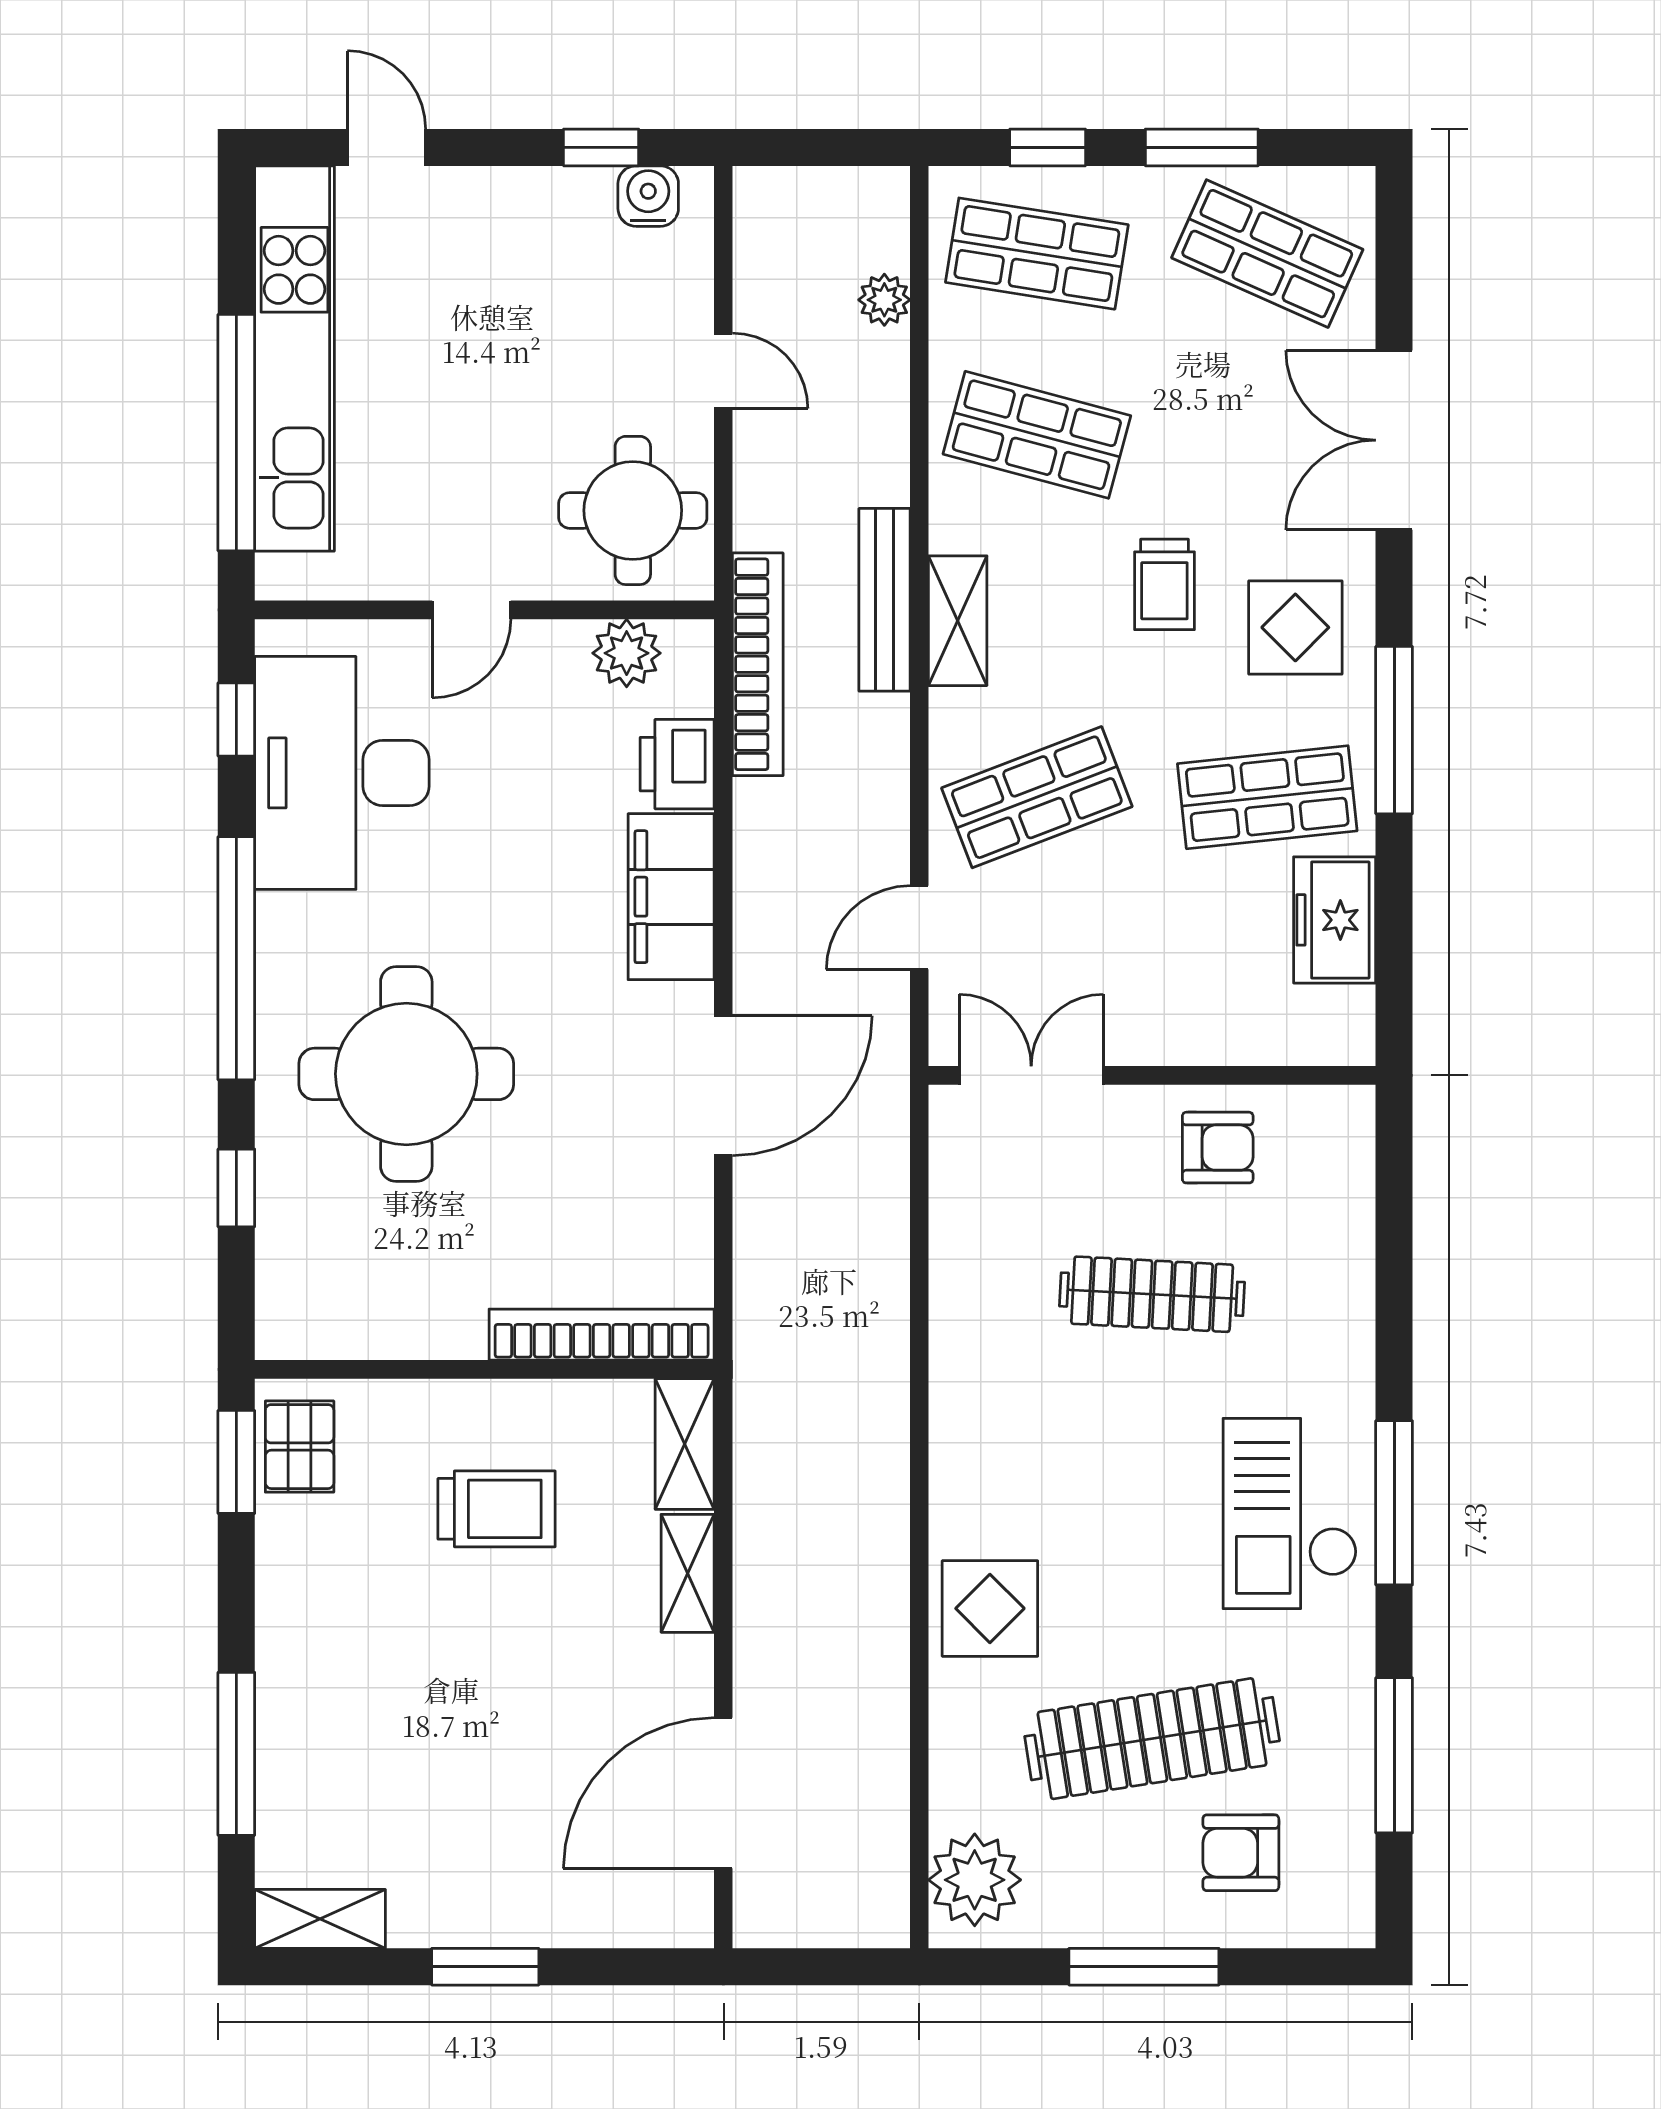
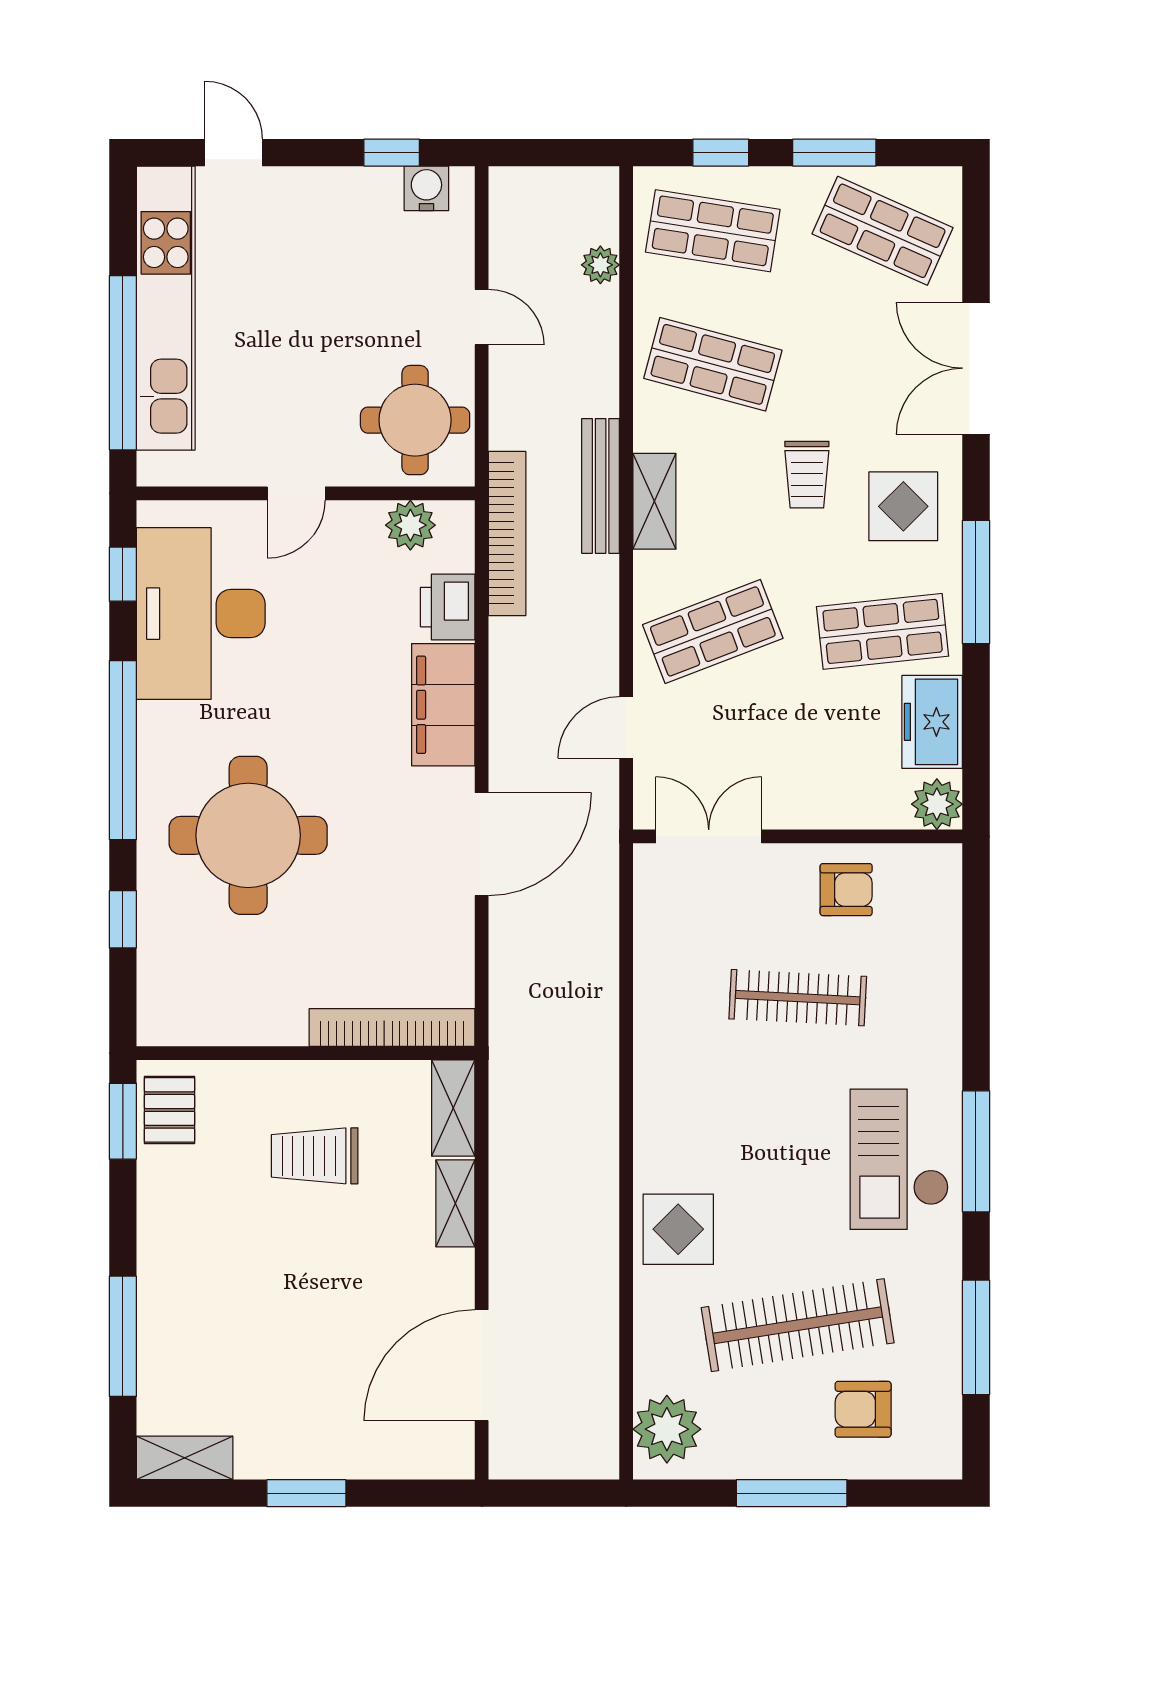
plant: (1341, 1032) -> (937, 804), added
trolley: (497, 1509) -> (315, 1156), turned 180

